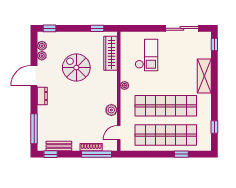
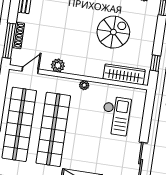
checkout: (146, 55) -> (116, 116), turned -90
door: (119, 133) -> (30, 70), hinge flipped

